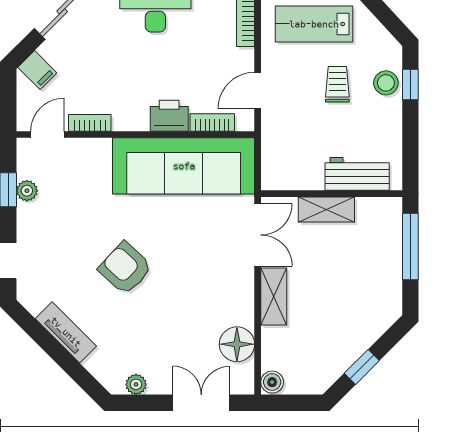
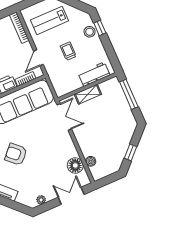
trolley: (337, 84) -> (68, 51), moved
shelving: (274, 297) -> (82, 139), removed
boiler: (272, 382) -> (91, 161), moved

